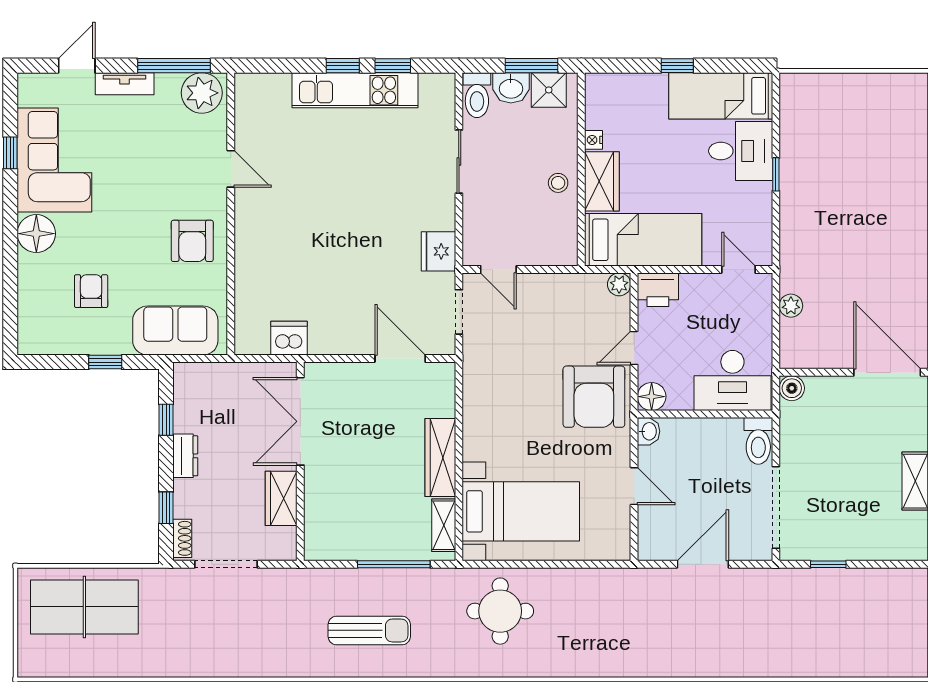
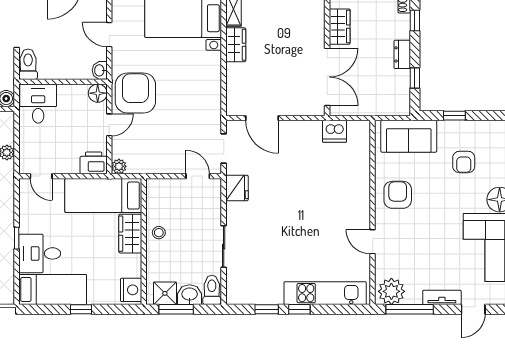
kitchen unit: (355, 90) -> (325, 293), moved
nightstand: (594, 140) -> (131, 290), moved, width x1.89, depth x1.79
desk: (732, 381) -> (38, 104), width x0.73
wardrobe: (440, 458) -> (236, 45), width x0.67

